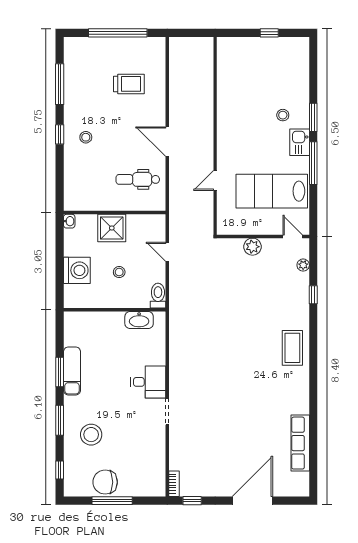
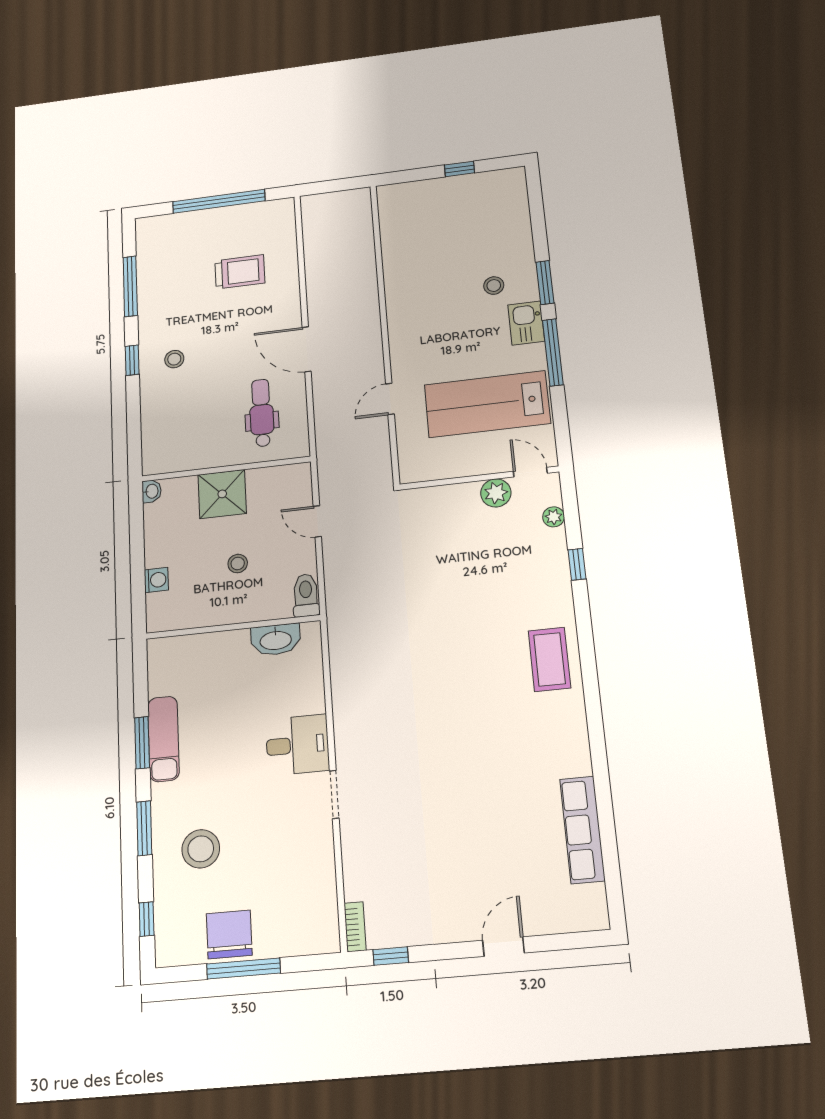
dental chair: (138, 179) -> (262, 413), turned 90
plant: (253, 247) -> (496, 493), moved
washing machine: (77, 270) -> (156, 580), width x0.53, depth x0.53
chair: (105, 482) -> (229, 934), turned 90
door: (252, 501) -> (503, 947), width x0.53

